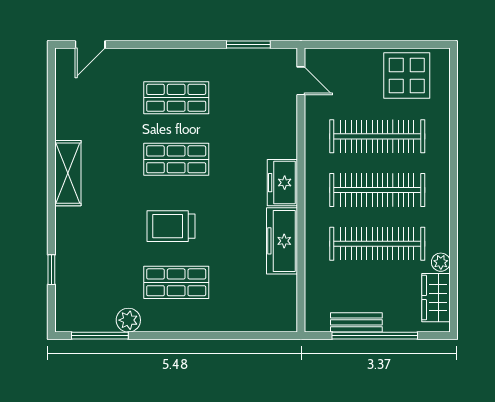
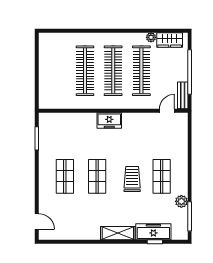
display table: (407, 75) -> (53, 55), removed
door: (301, 81) -> (167, 111), moved
shelving: (68, 173) -> (118, 233), moved
trolley: (171, 226) -> (132, 179), turned 180
freezer: (282, 241) -> (153, 232), moved, turned 180
bench: (356, 322) -> (183, 95), moved

